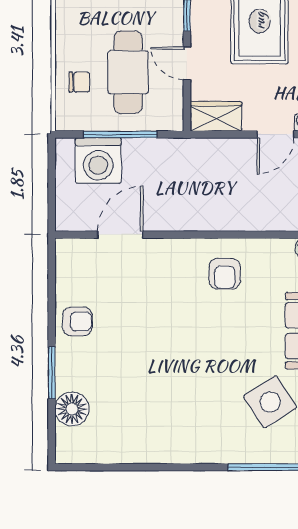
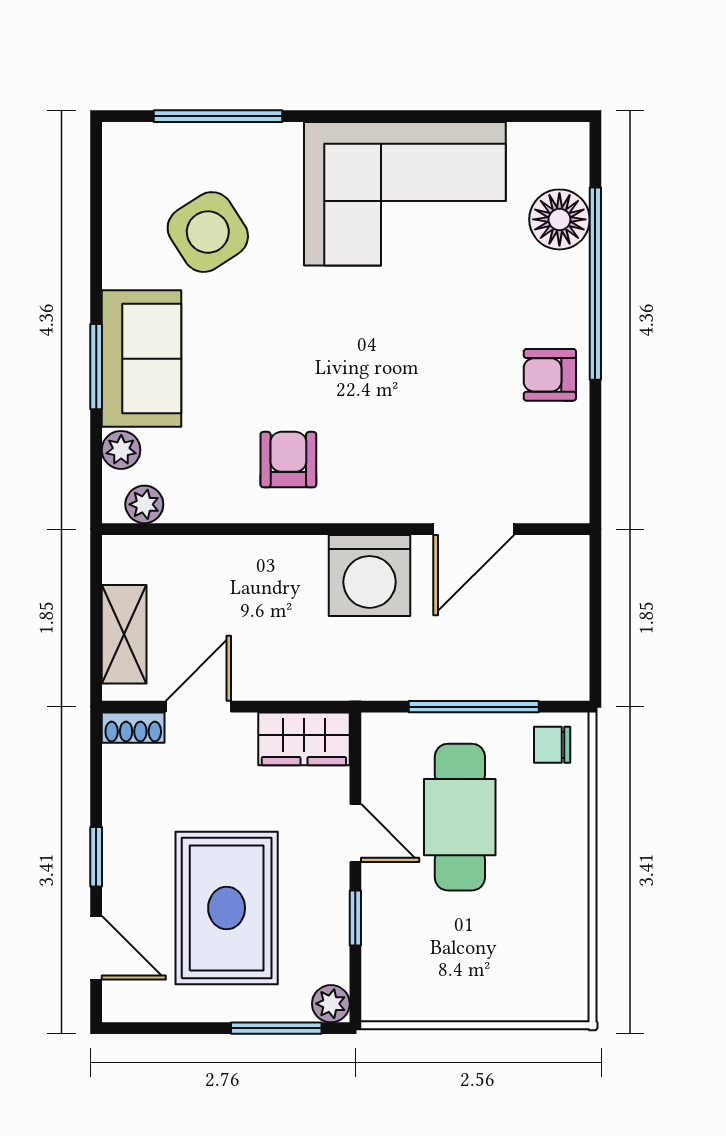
chair: (79, 82) -> (552, 745), moved
washing machine: (98, 161) -> (370, 575), moved, turned 180
window: (52, 373) -> (595, 284), width x2.11
corner sofa: (159, 423) -> (405, 194), added

